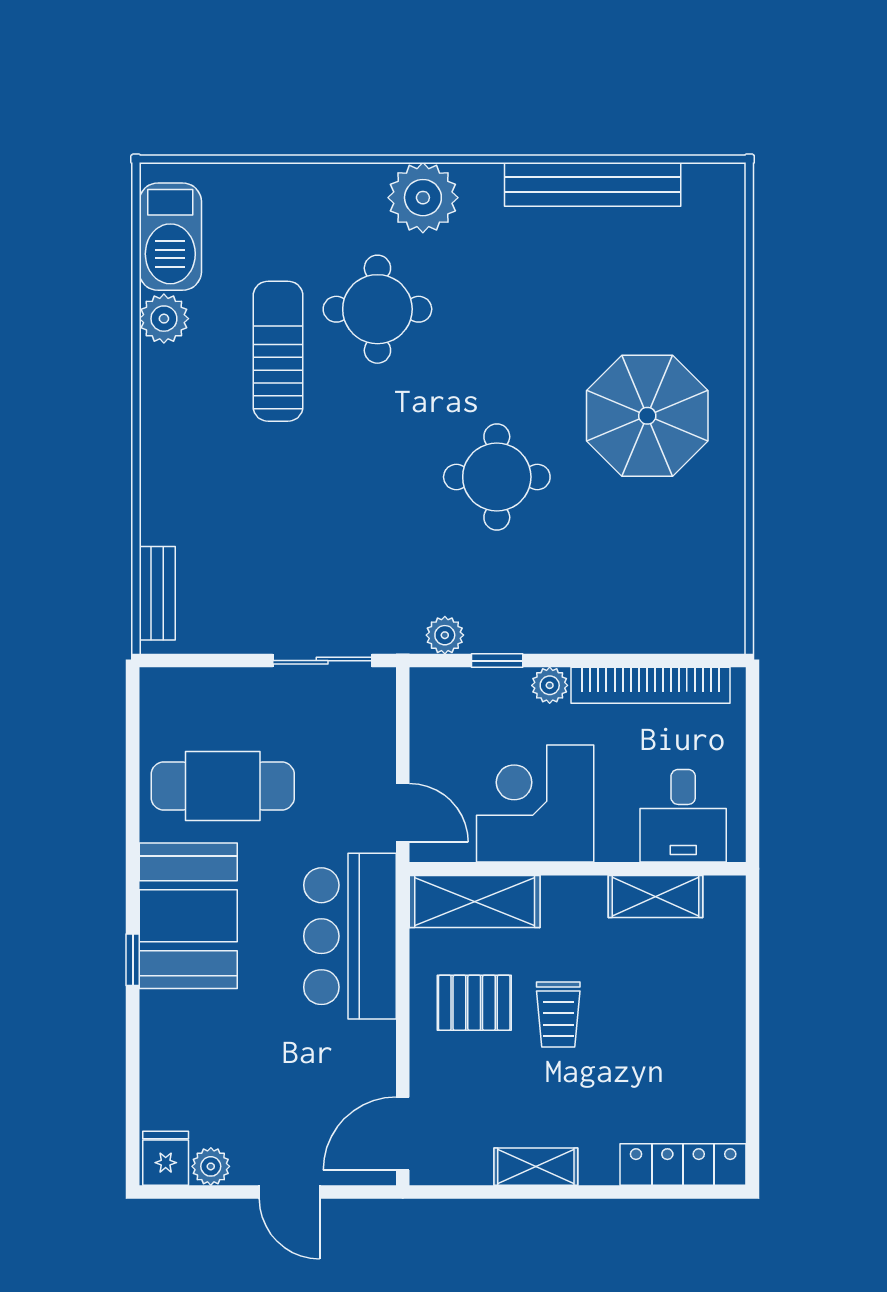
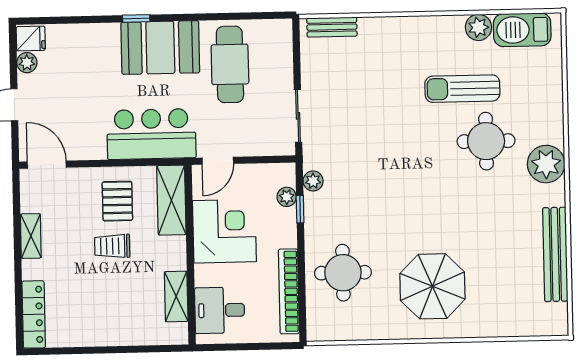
sun lounger: (278, 351) -> (462, 89), turned 180
round table: (497, 477) -> (343, 273), moved
plant: (550, 685) -> (287, 197), moved

